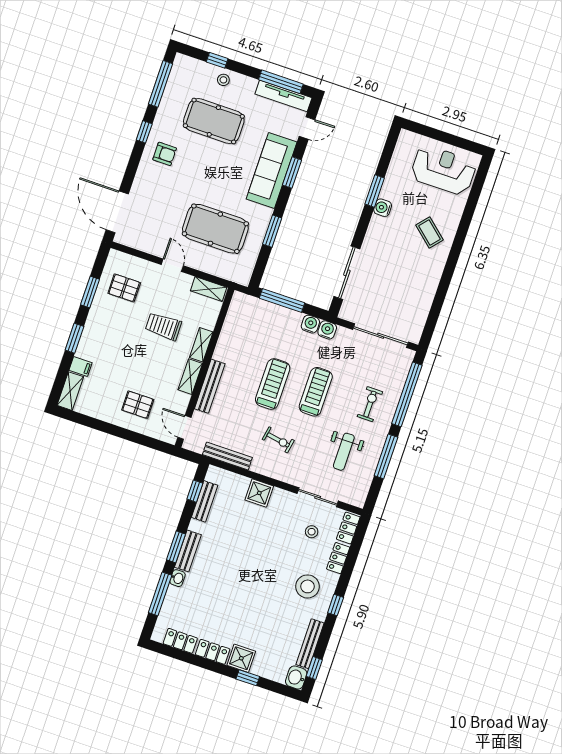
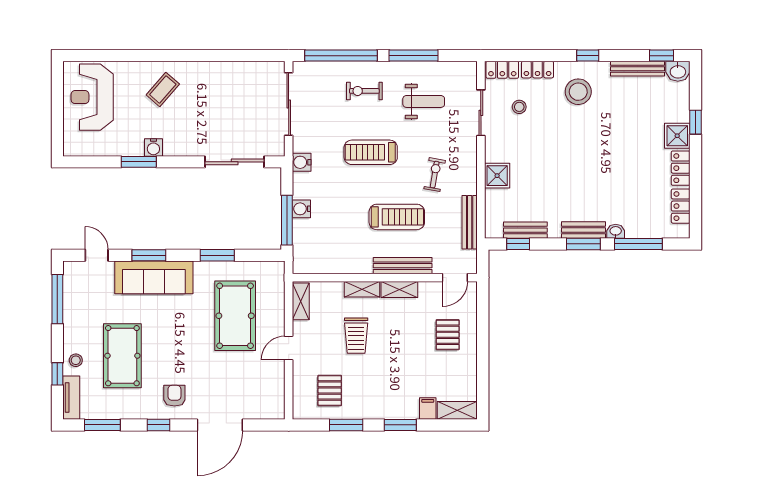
window: (160, 84) -> (102, 425), width x0.69
tv unit: (283, 96) -> (71, 398), moved, width x0.71
door: (117, 212) -> (220, 425), moved
water cooler: (310, 324) -> (301, 209), moved
treadmill: (273, 384) -> (397, 217), moved, turned 180

